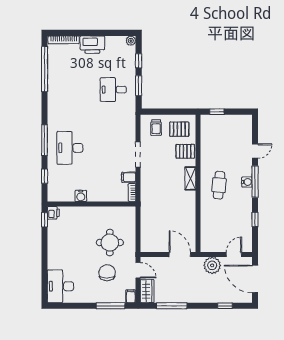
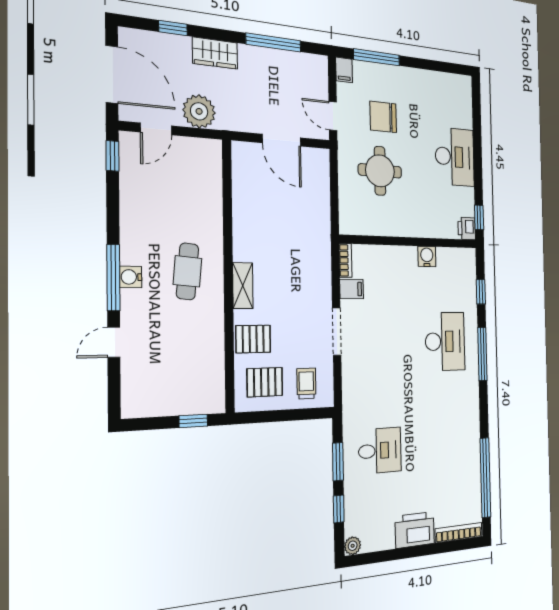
window: (255, 219) -> (112, 156), moved
door: (180, 255) -> (282, 140), moved
chair: (107, 273) -> (383, 117), turned 90
desk: (60, 286) -> (455, 157), moved
wardrobe: (147, 291) -> (215, 53), moved, turned -90

